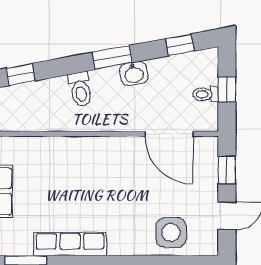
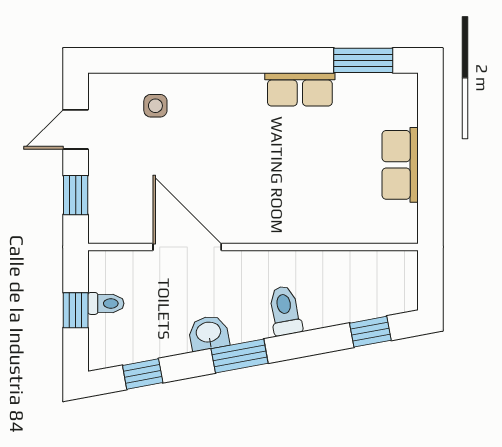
door: (169, 134) -> (187, 247), moved
side table: (171, 233) -> (155, 106), width x0.54, depth x0.54
row of seats: (70, 244) -> (300, 89), width x0.68

